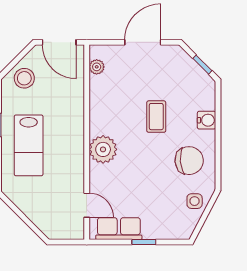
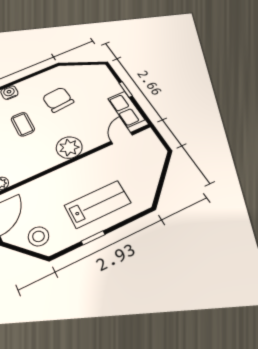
coffee table: (156, 117) -> (23, 124), turned 90
chair: (189, 161) -> (58, 100), moved
side table: (195, 201) -> (75, 74), removed

